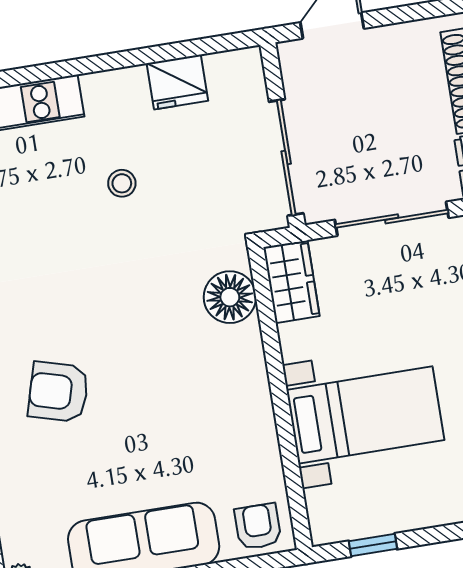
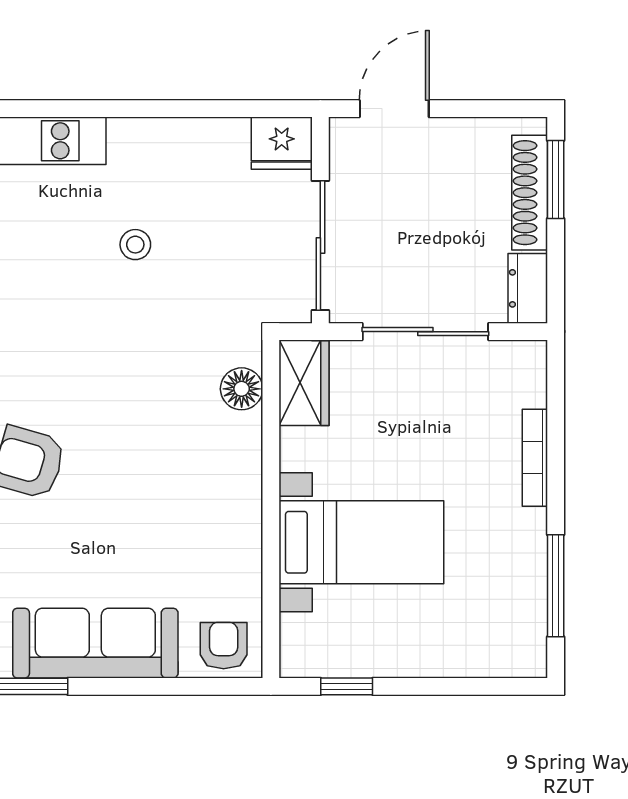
fridge: (177, 82) -> (282, 143), moved
floor lamp: (230, 297) -> (242, 389), width x0.73, depth x0.73

